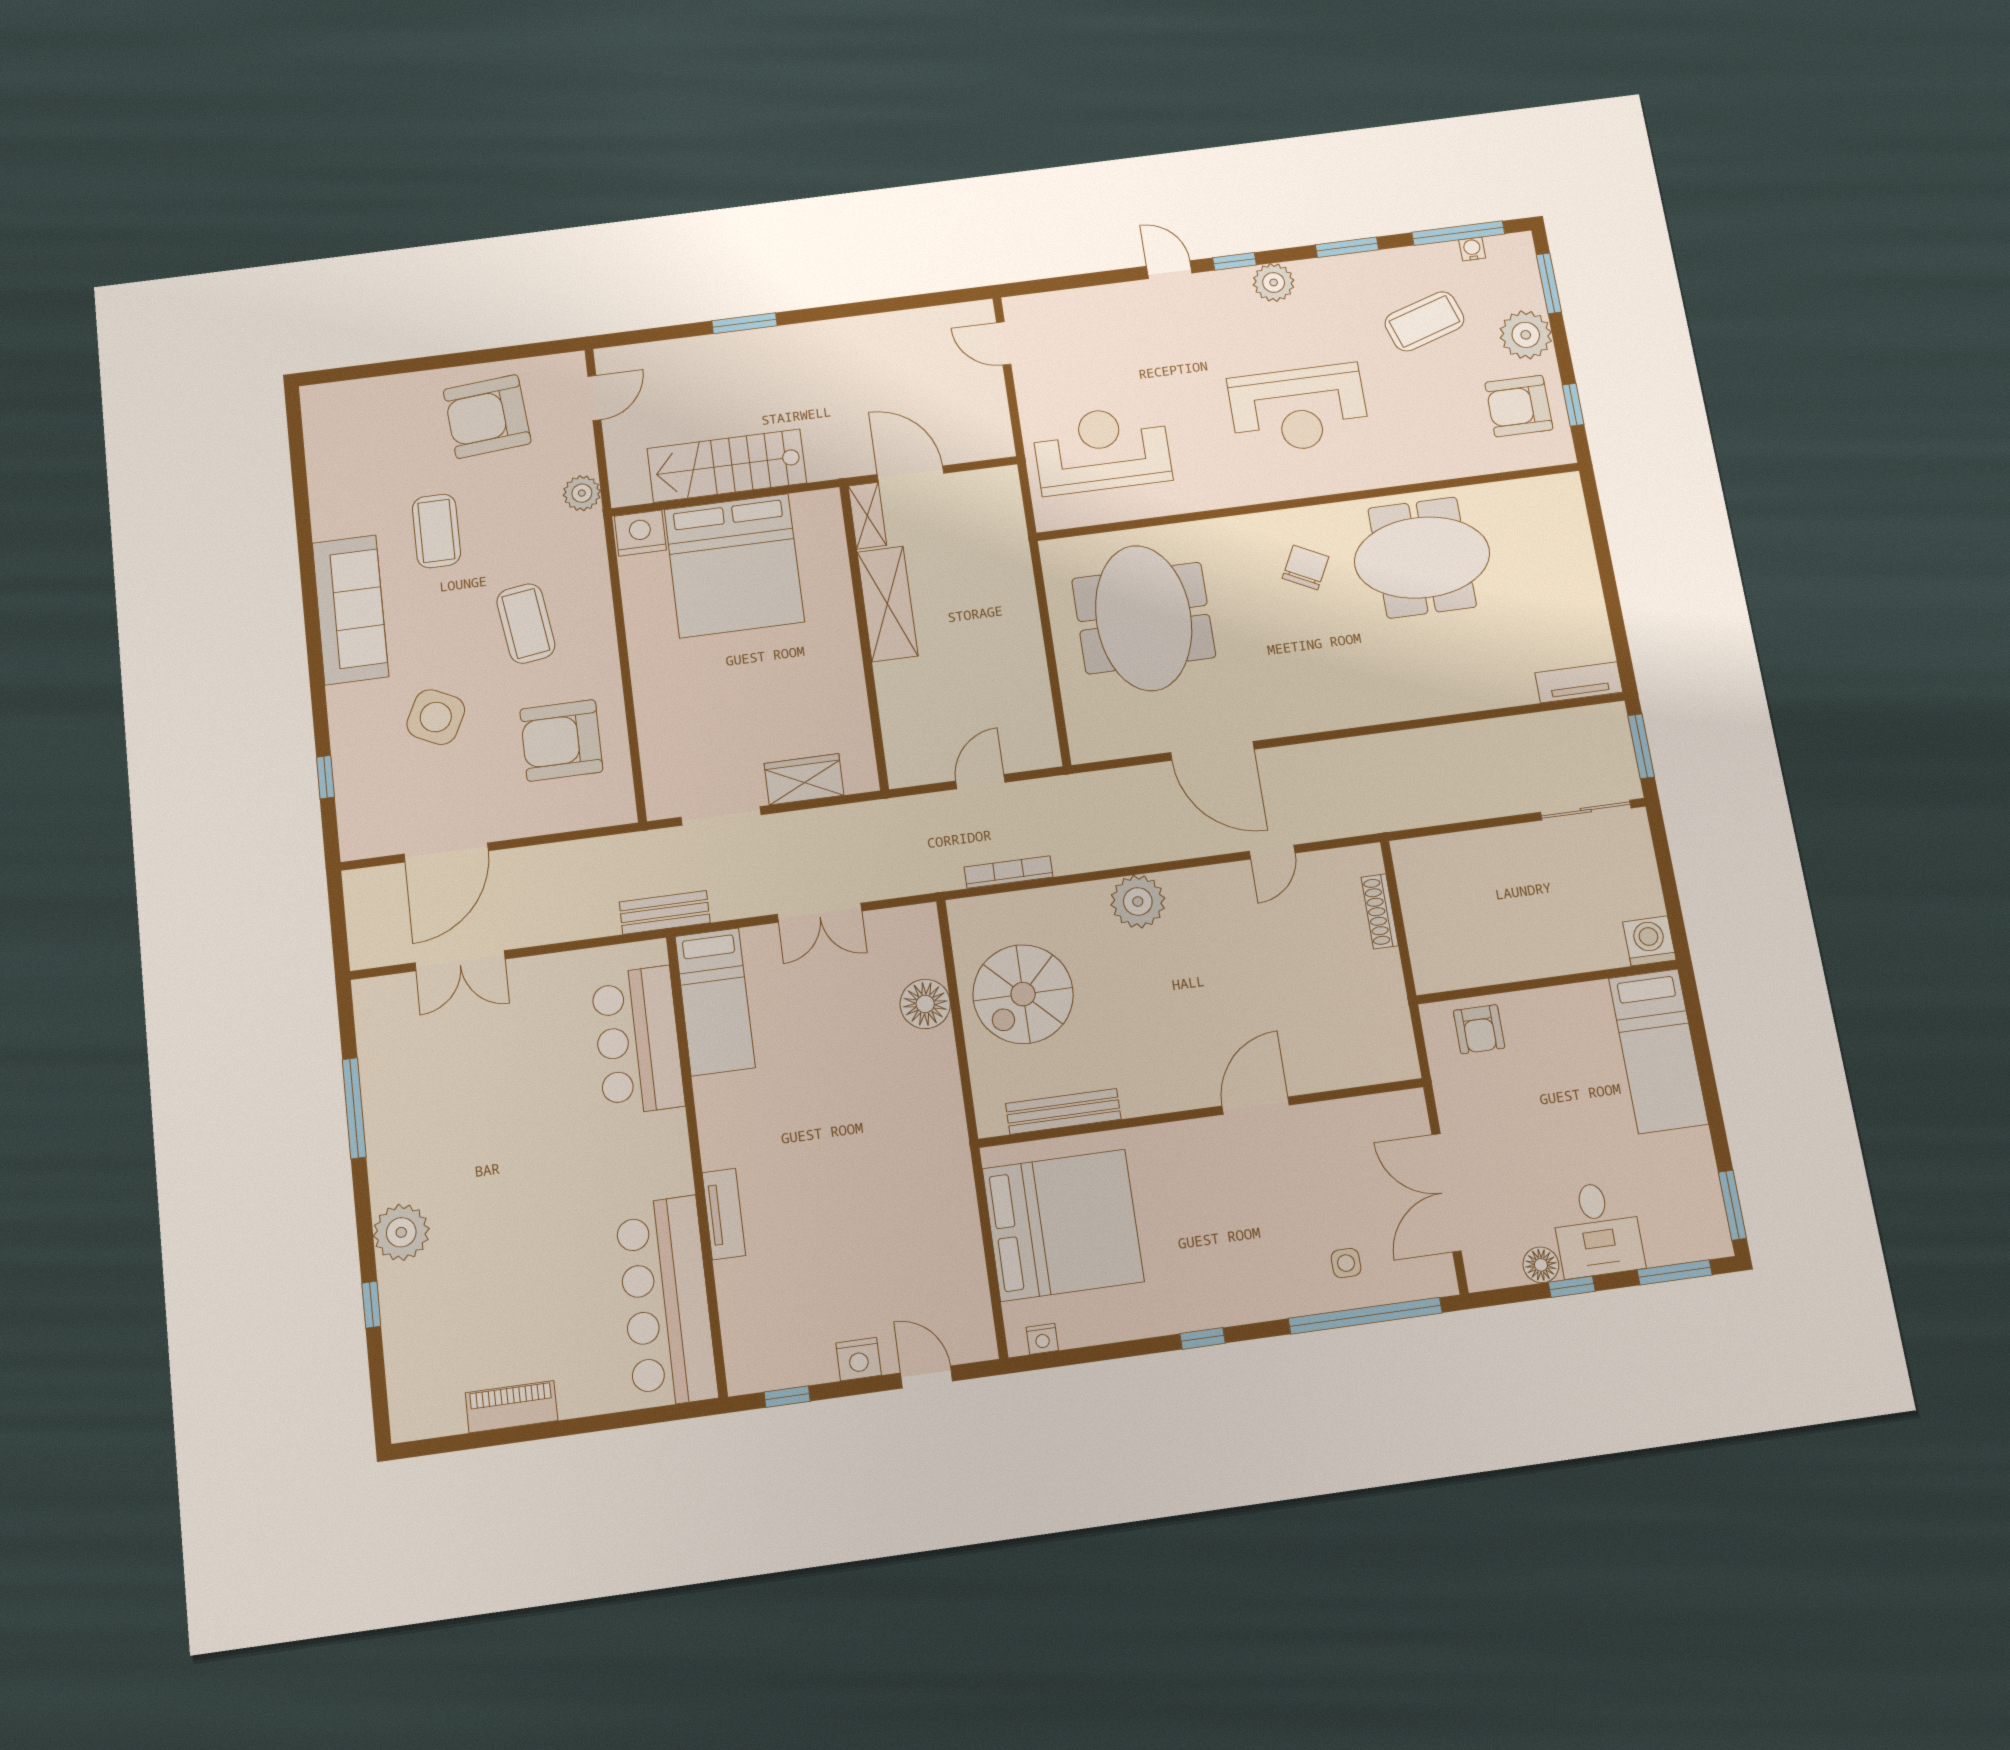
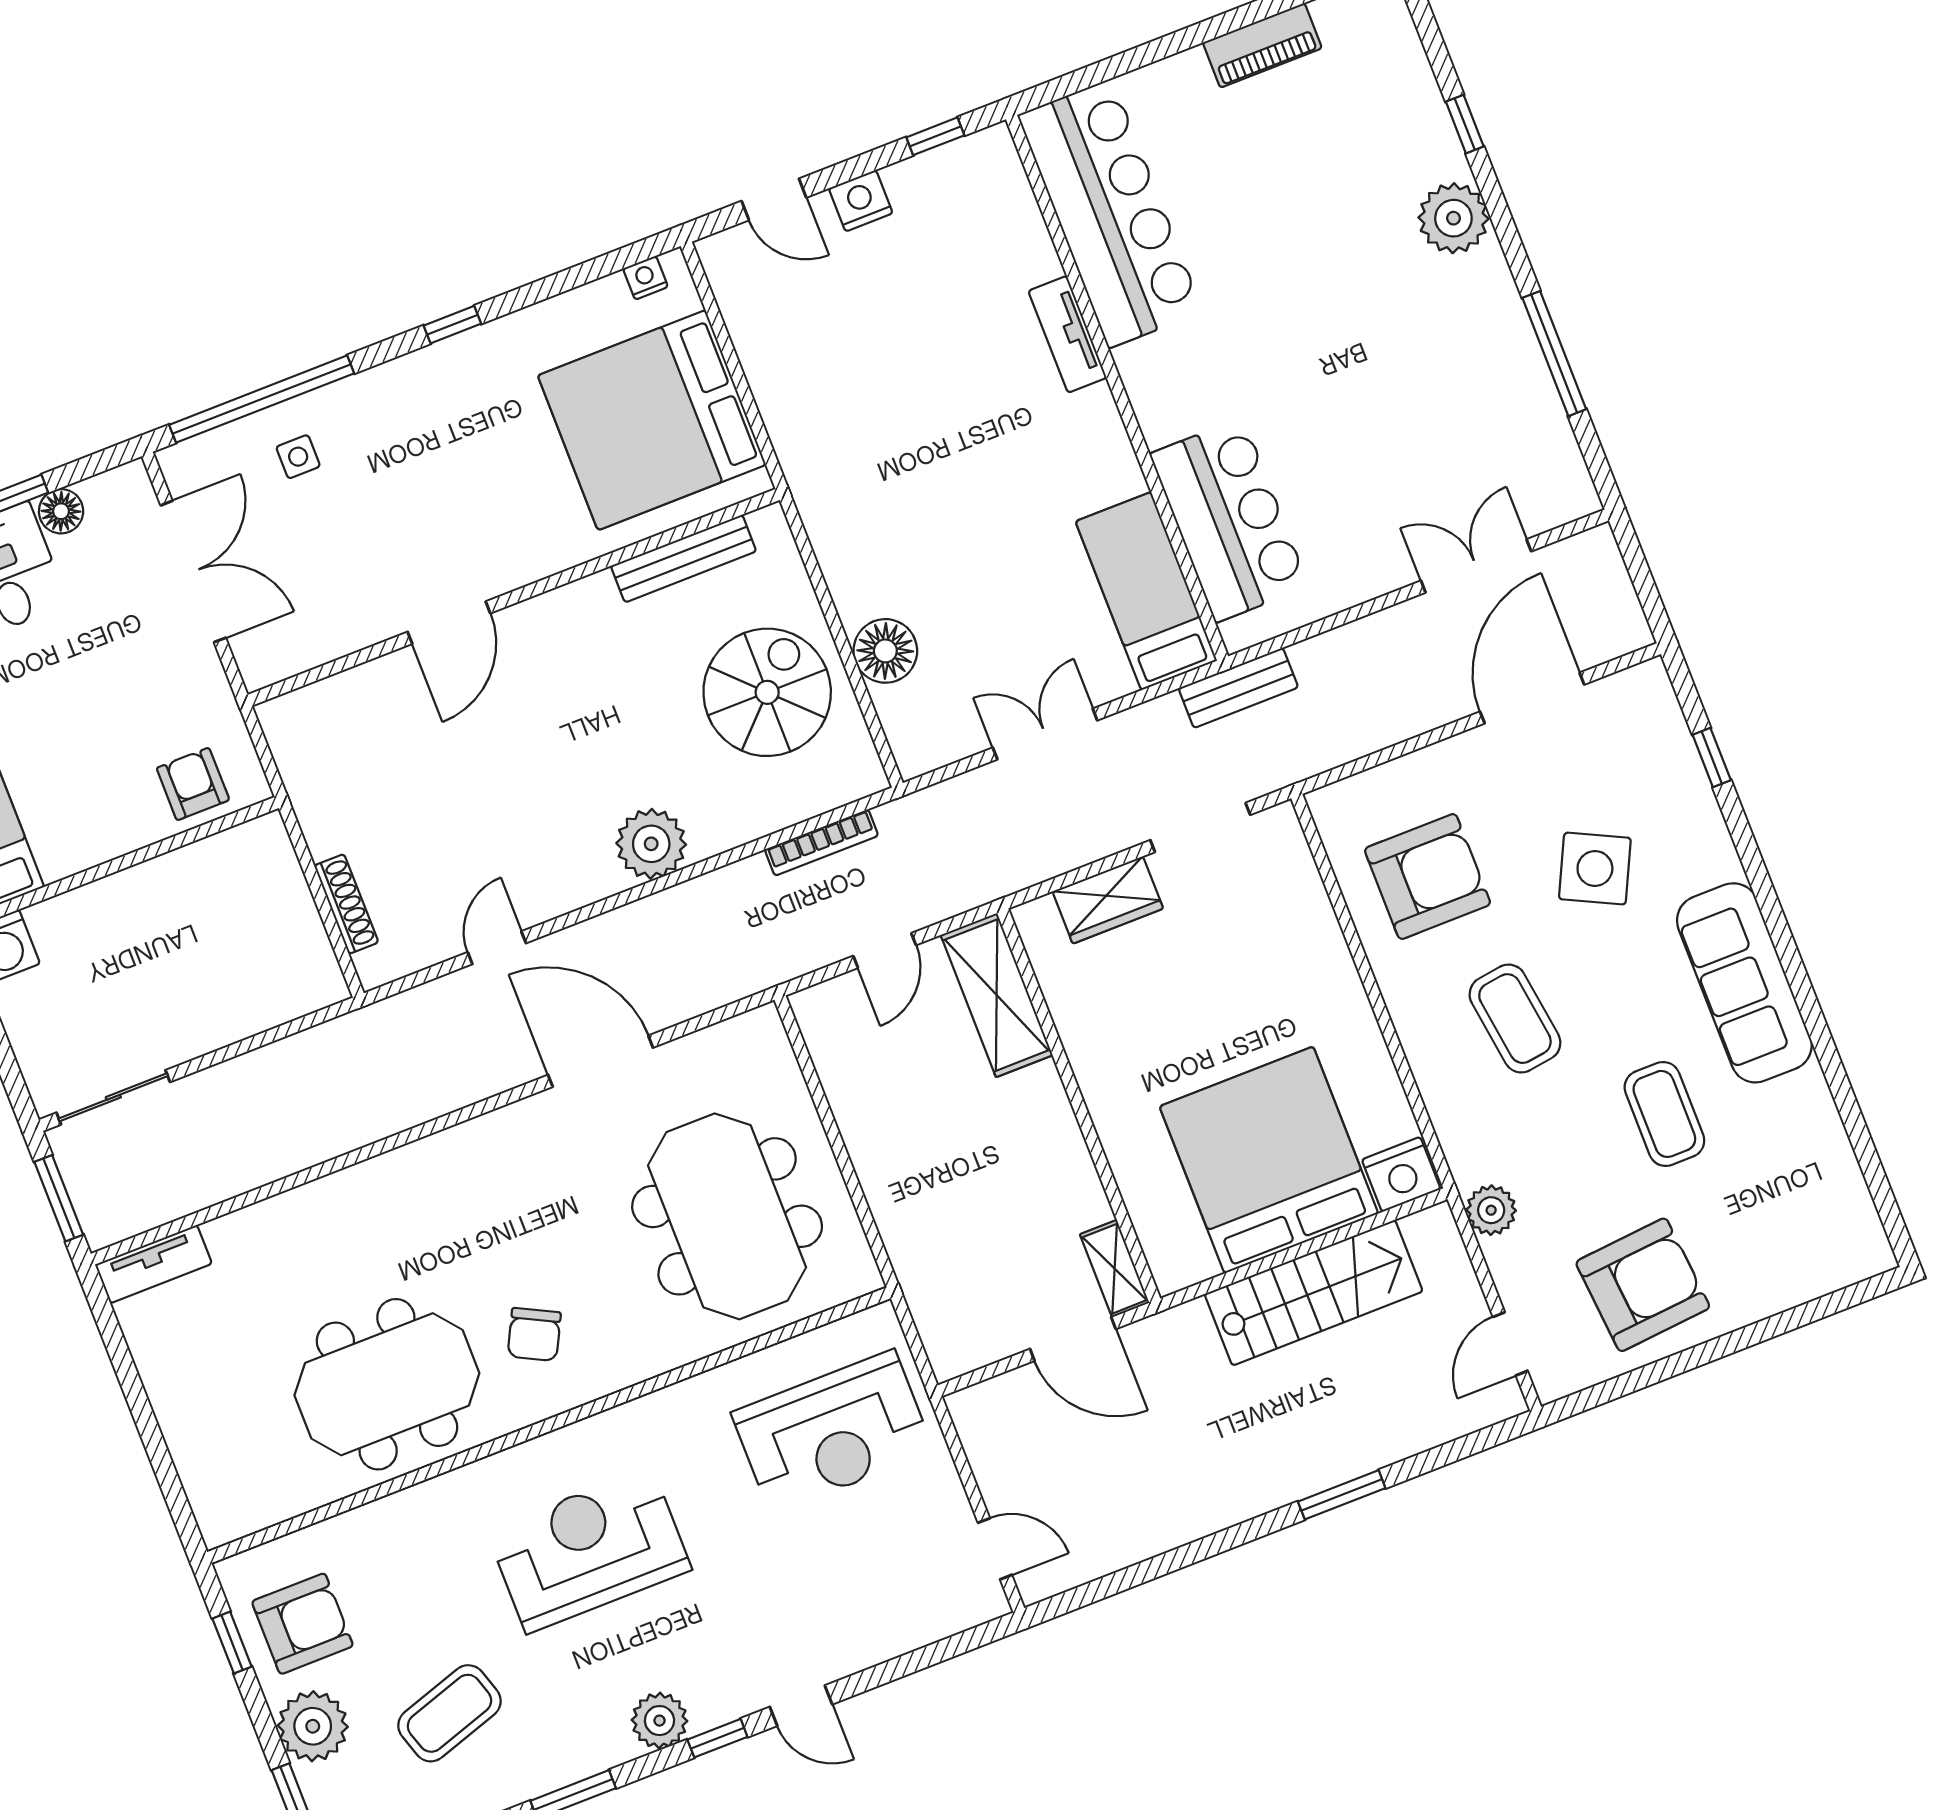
shelving: (887, 604) -> (997, 995), moved

